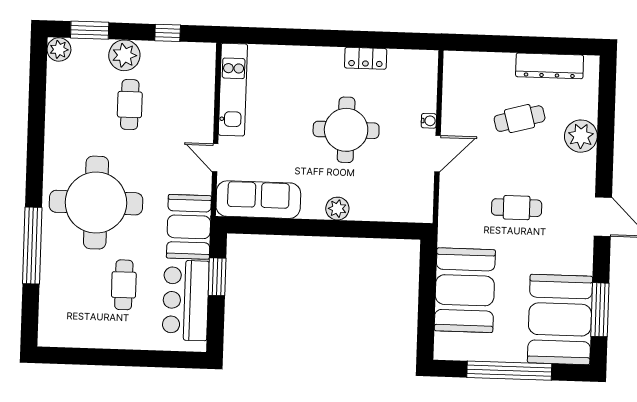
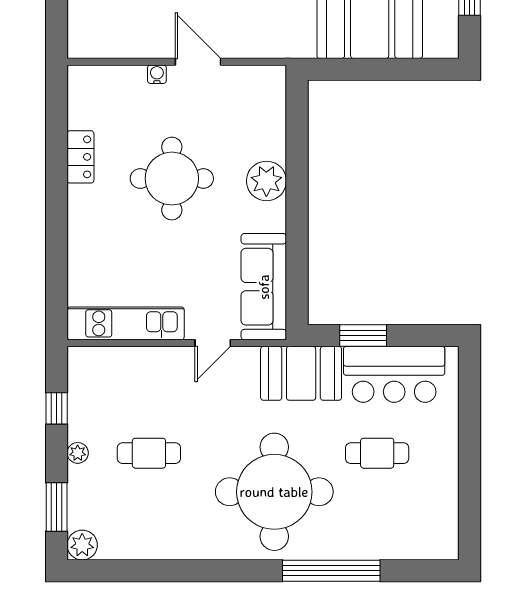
plant: (124, 55) -> (78, 453), width x0.53, depth x0.53
plant: (337, 209) -> (266, 181), width x1.36, depth x1.36

